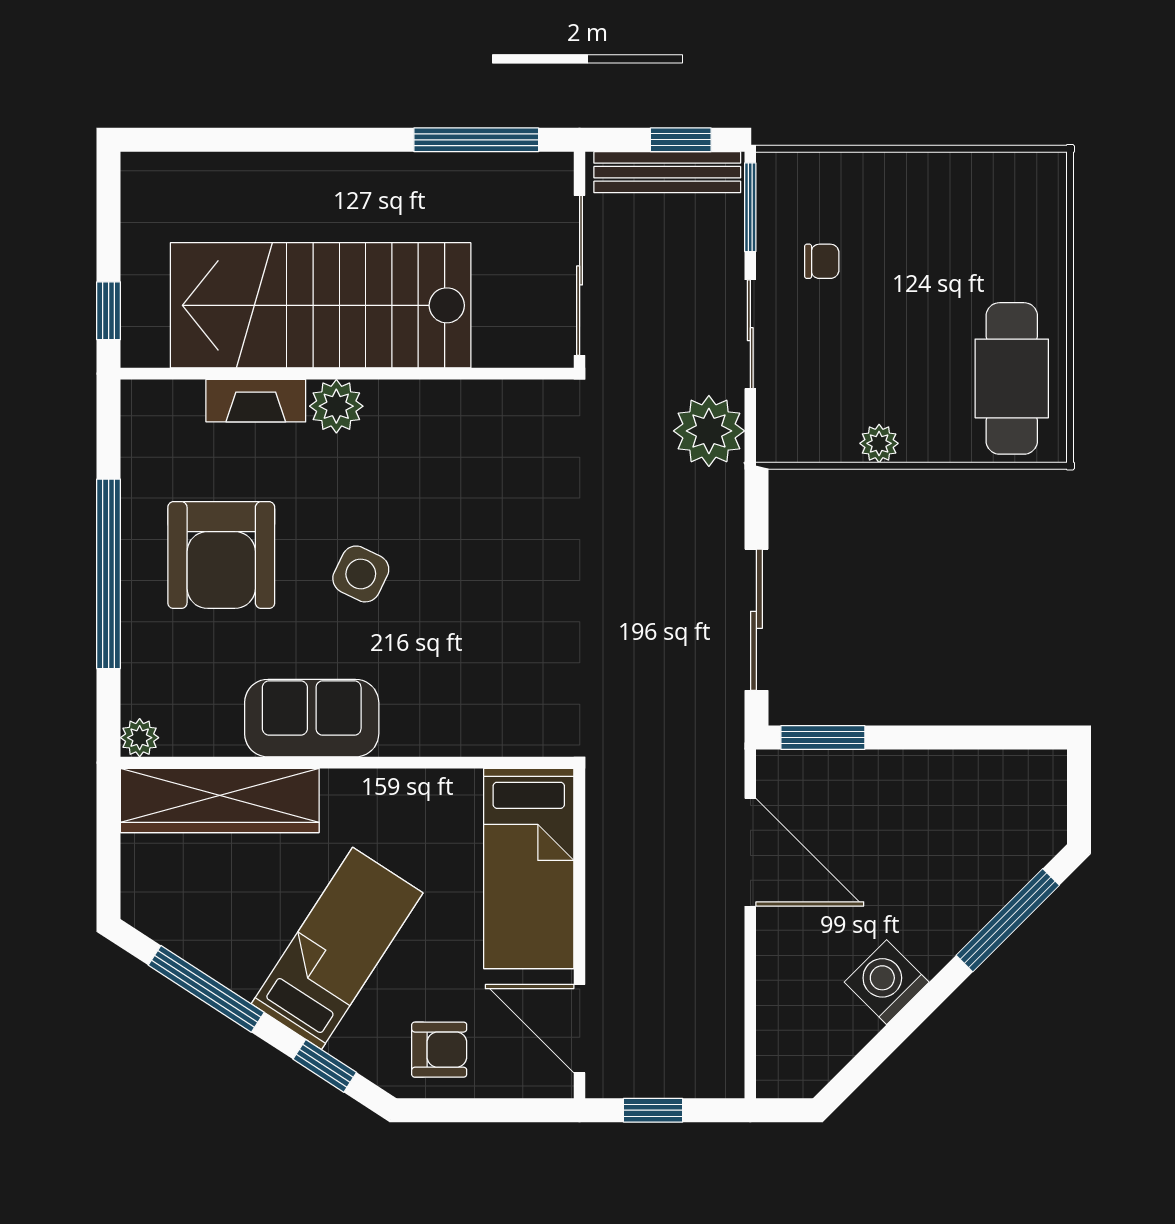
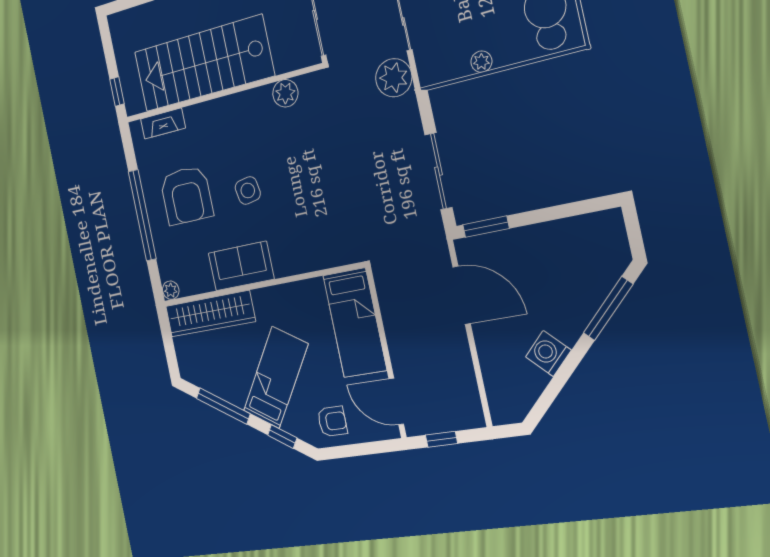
fireplace: (256, 401) -> (163, 124), moved
plant: (336, 406) -> (285, 93), moved
side table: (361, 574) -> (248, 190), turned -36

